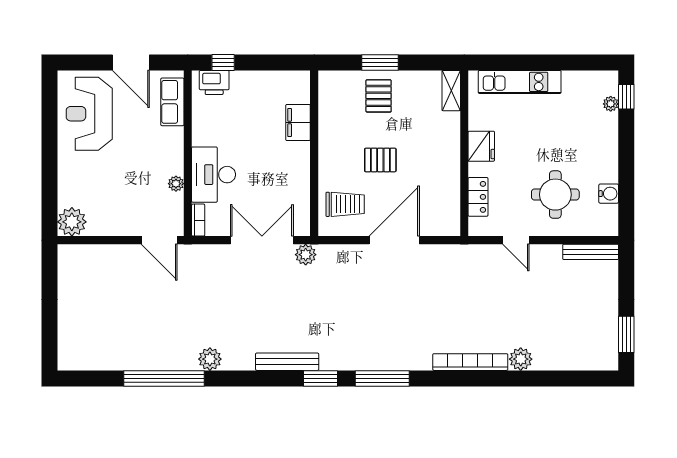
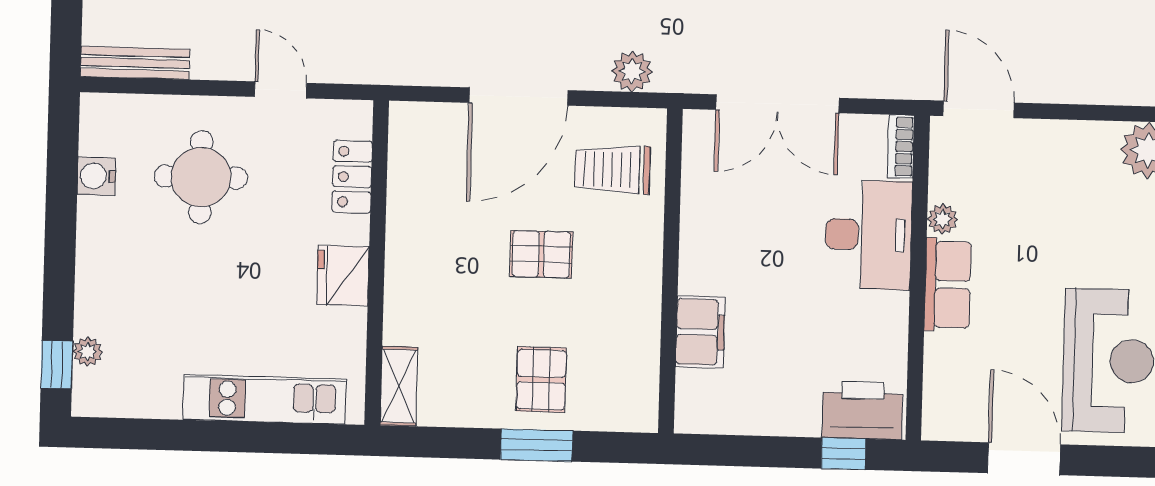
printer: (214, 83) -> (862, 410), width x1.37, depth x1.19
row of seats: (172, 102) -> (948, 285), moved
plant: (306, 255) -> (632, 71), moved

